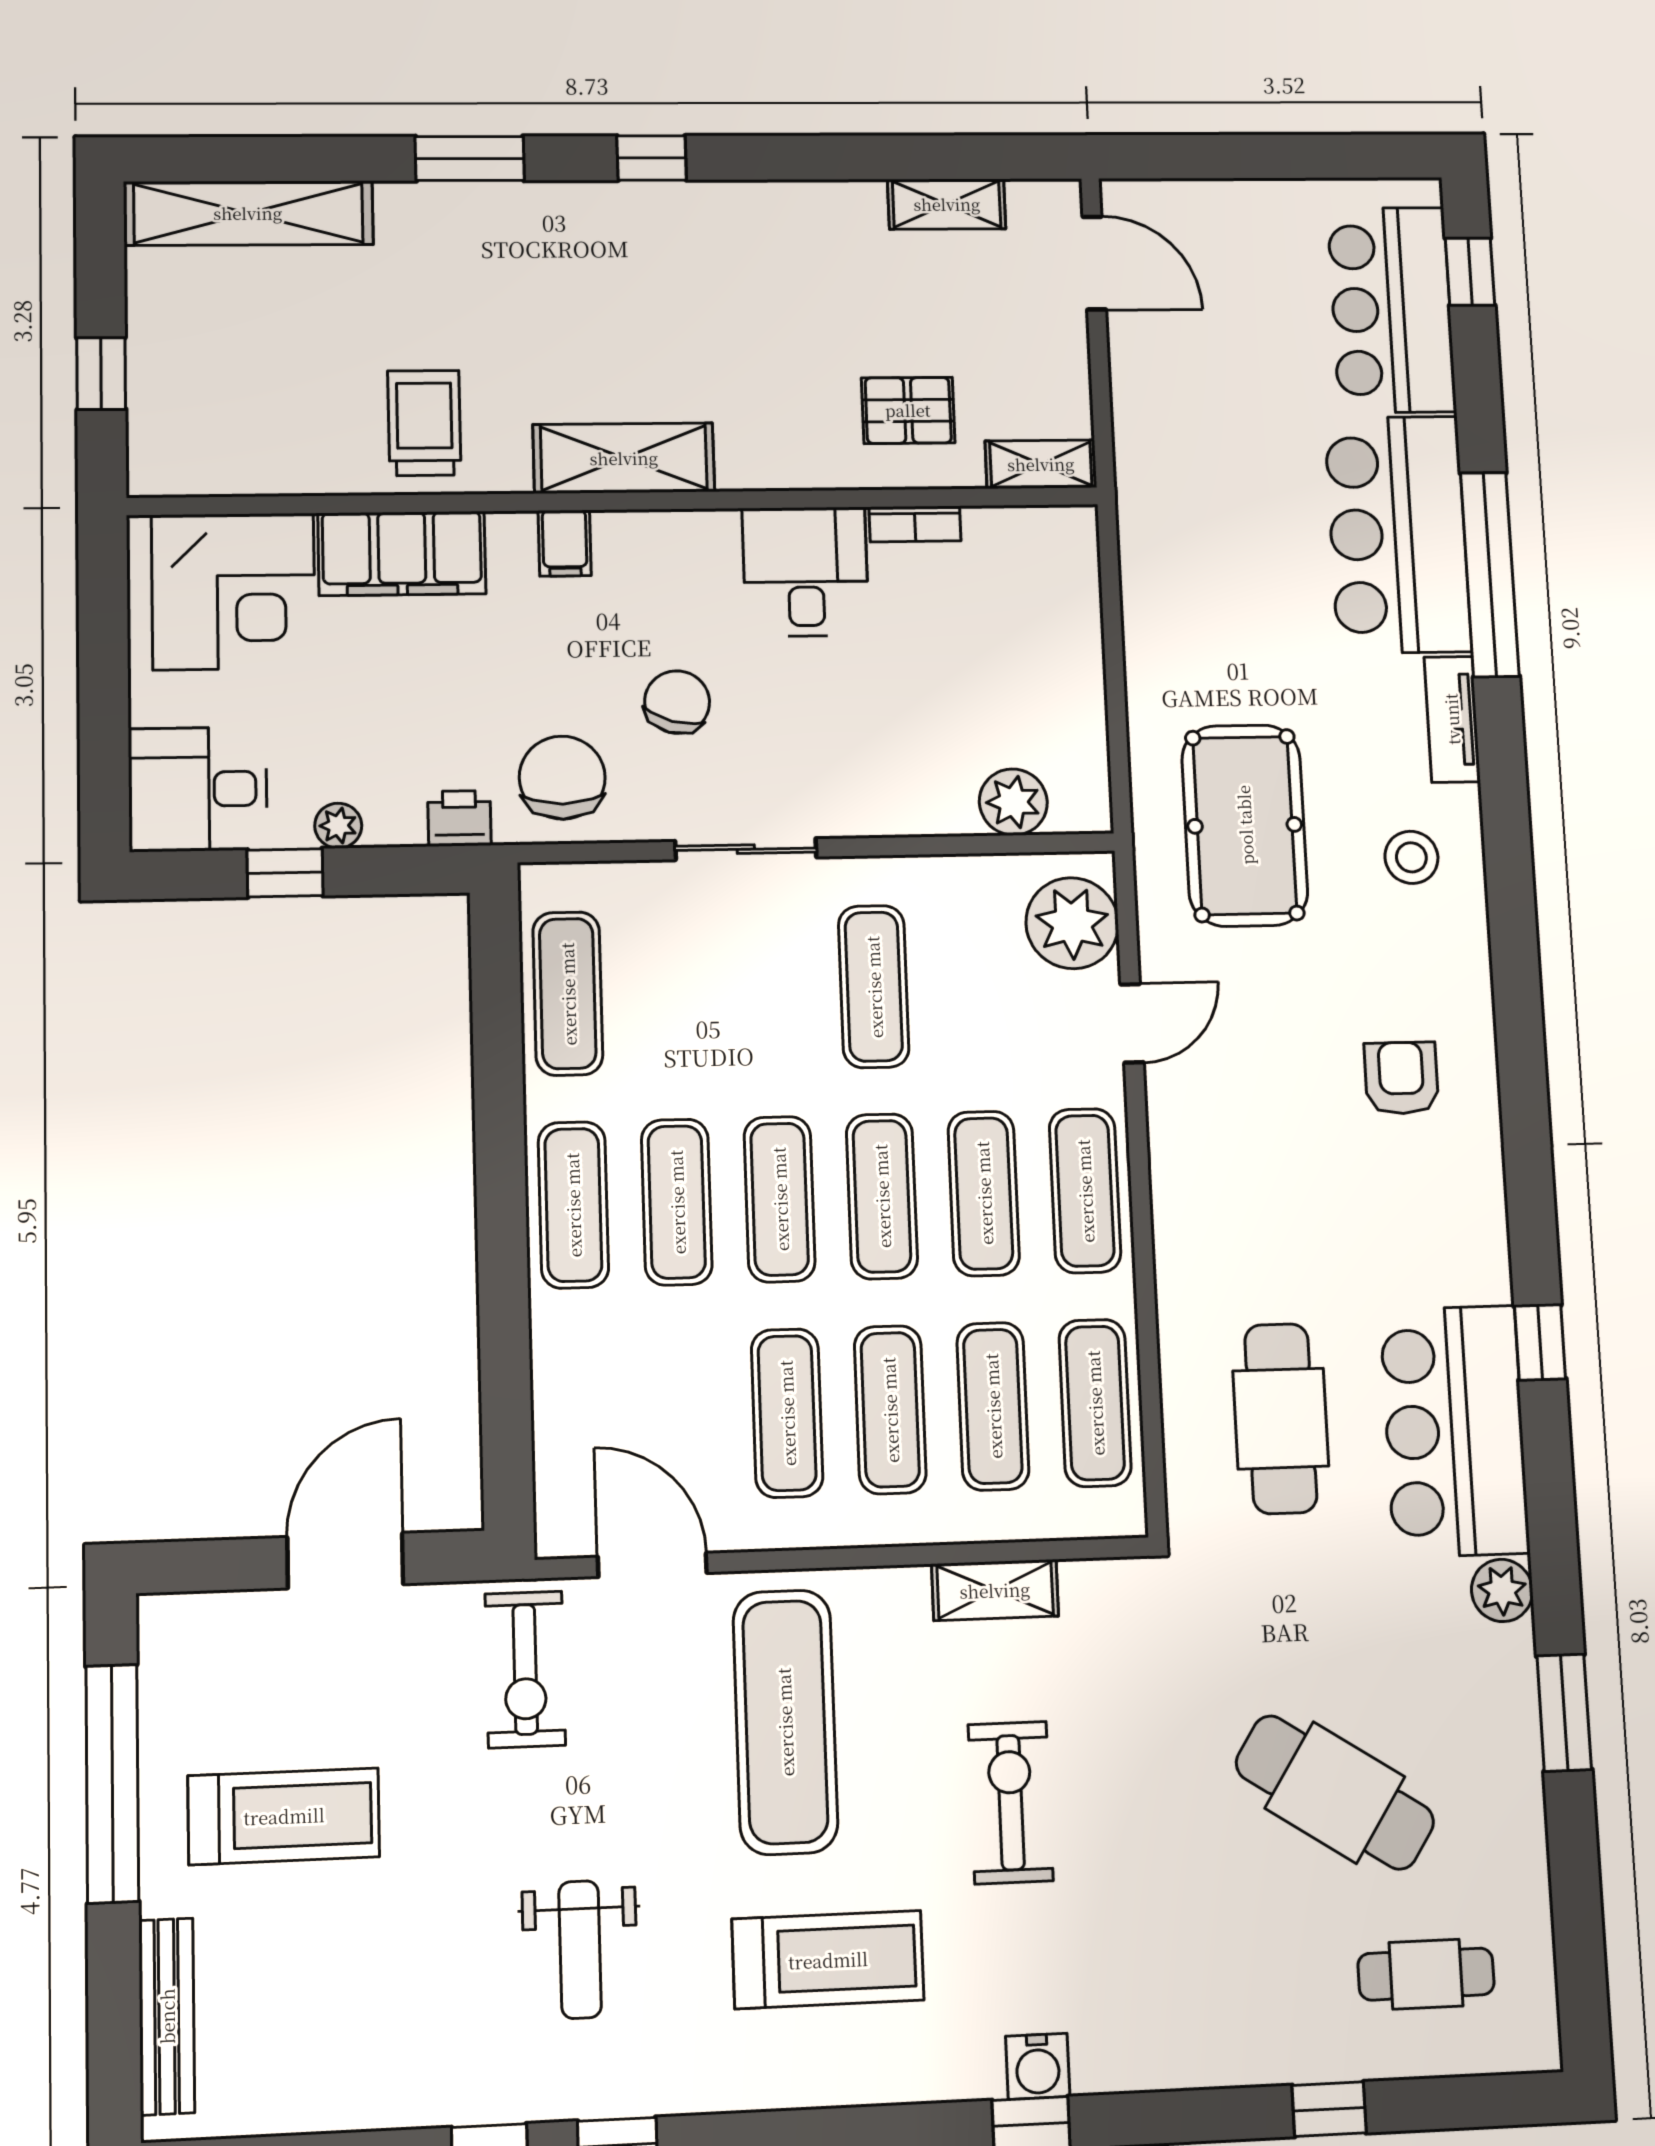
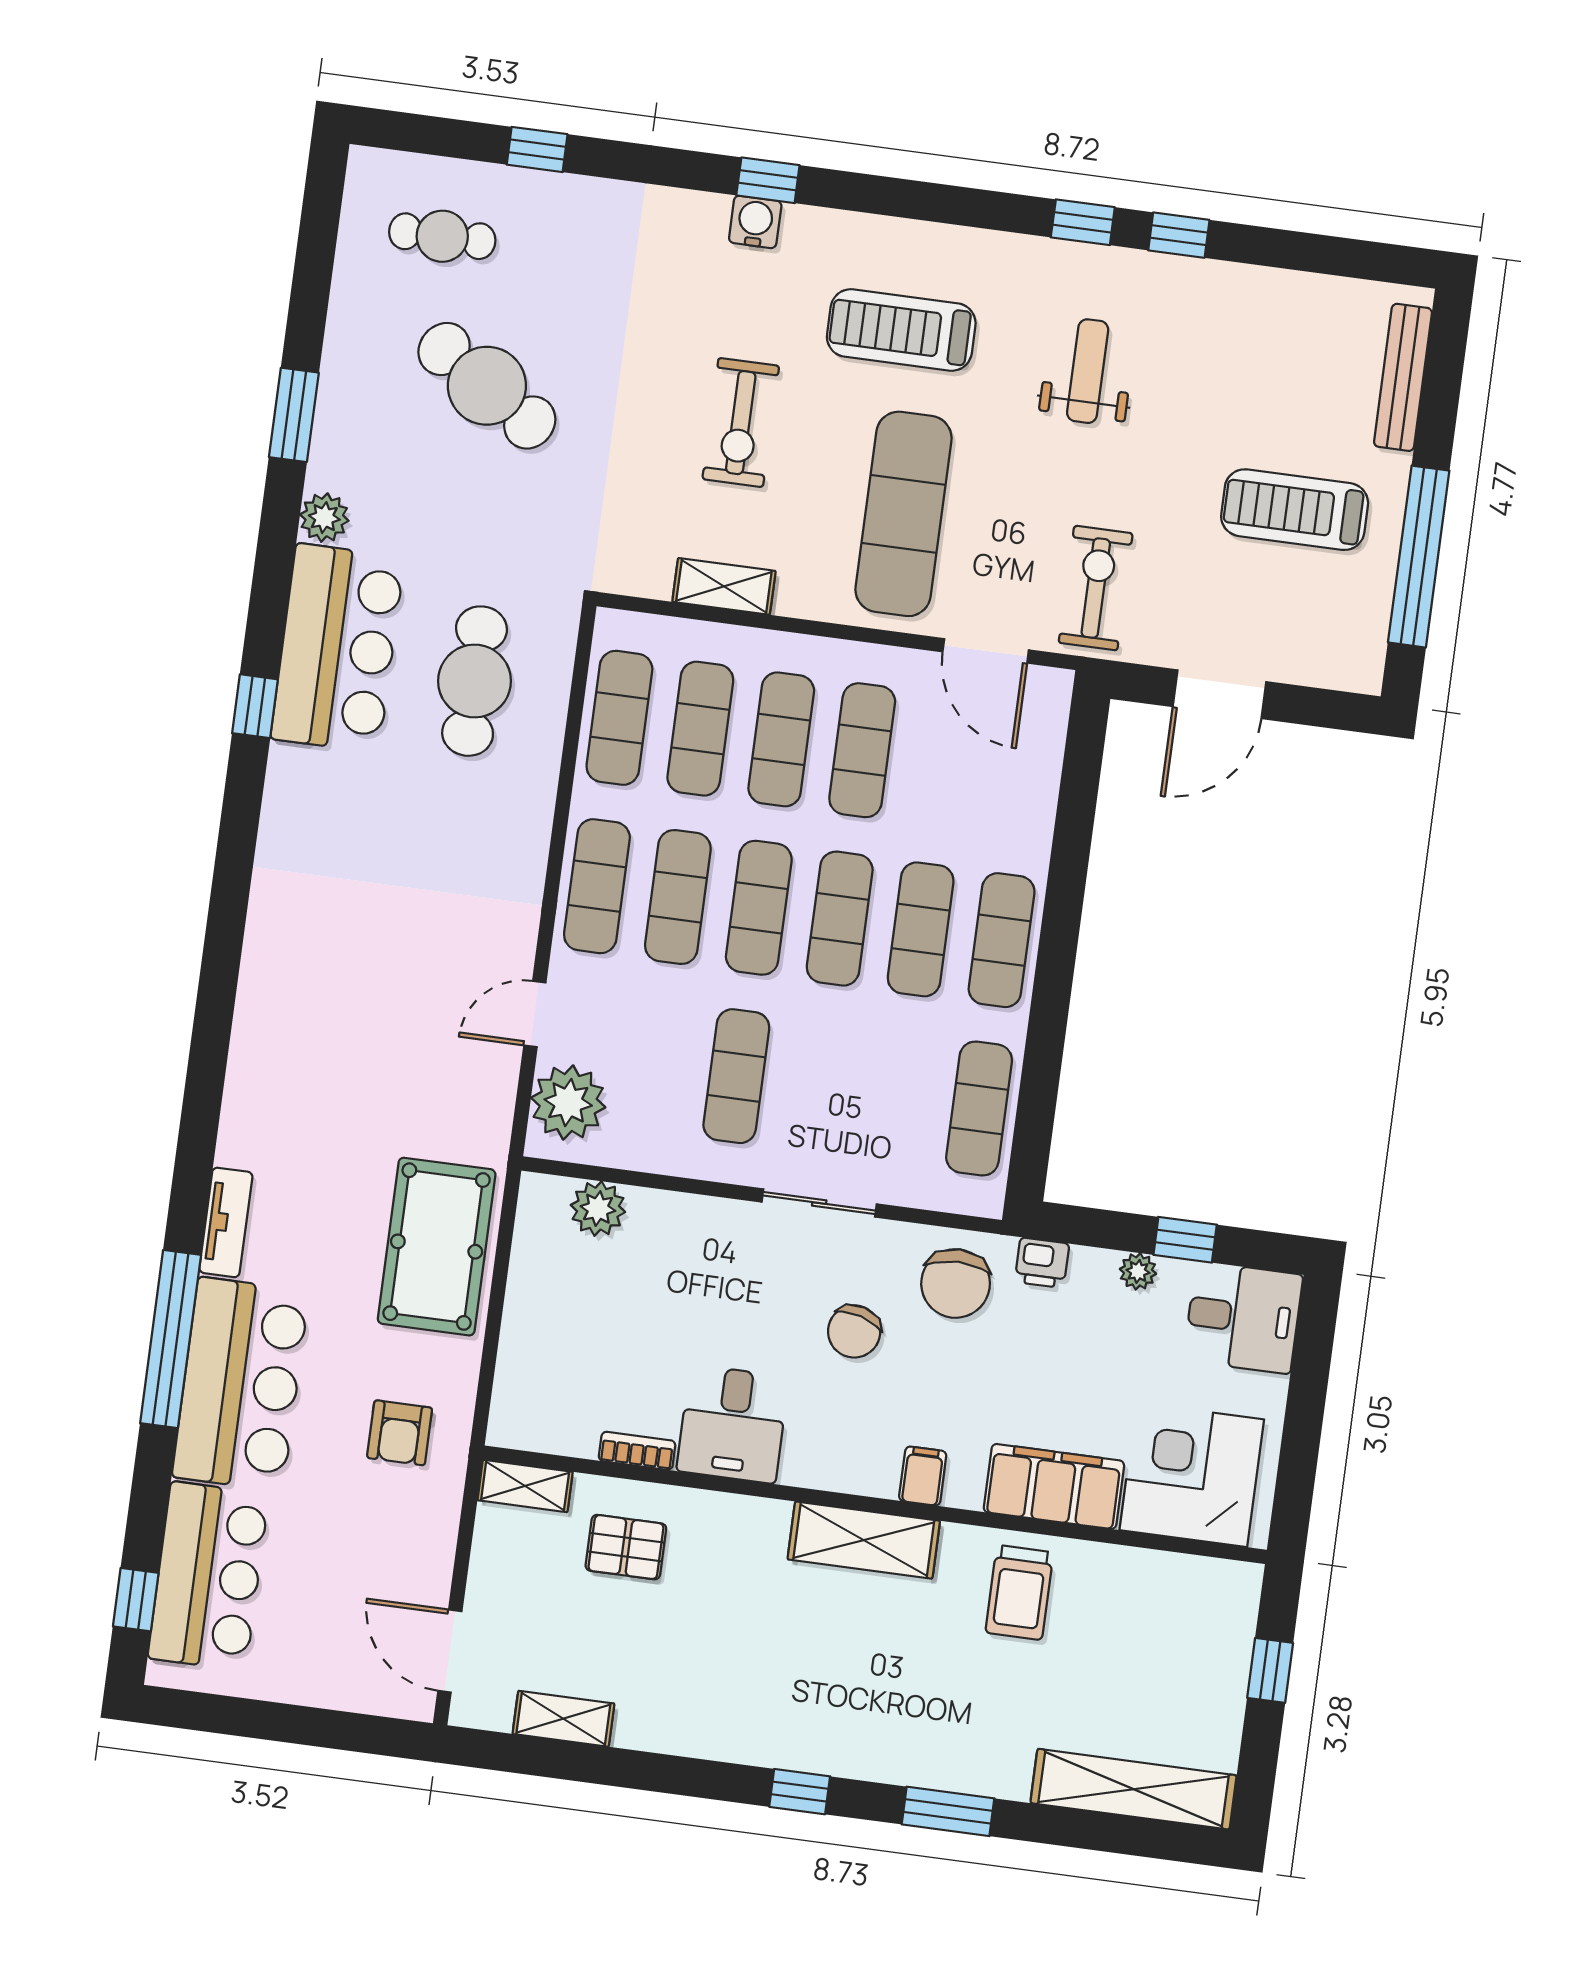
pool table: (1245, 825) -> (437, 1247), moved
stool: (1411, 857) -> (282, 1114), removed
armchair: (1401, 1078) -> (400, 1433), moved

